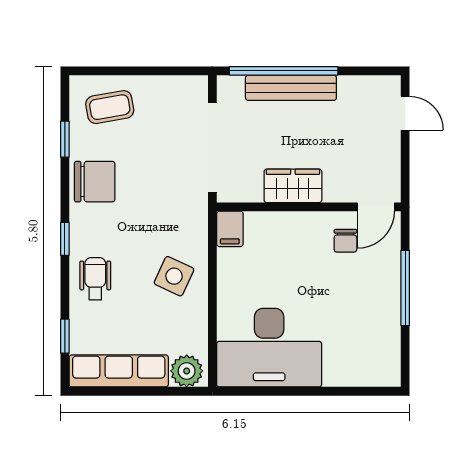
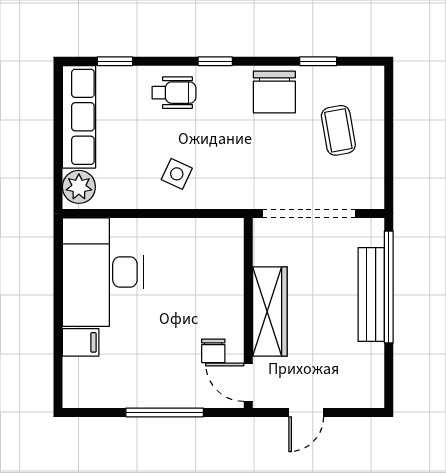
coffee table: (110, 107) -> (338, 130), moved
door: (405, 113) -> (306, 412), moved
wardrobe: (293, 186) -> (270, 312), width x1.50
filing cabinet: (230, 229) -> (81, 342), moved, turned 180
chair: (345, 241) -> (213, 351), turned -90
side table: (174, 276) -> (177, 174), width x0.73, depth x0.73

